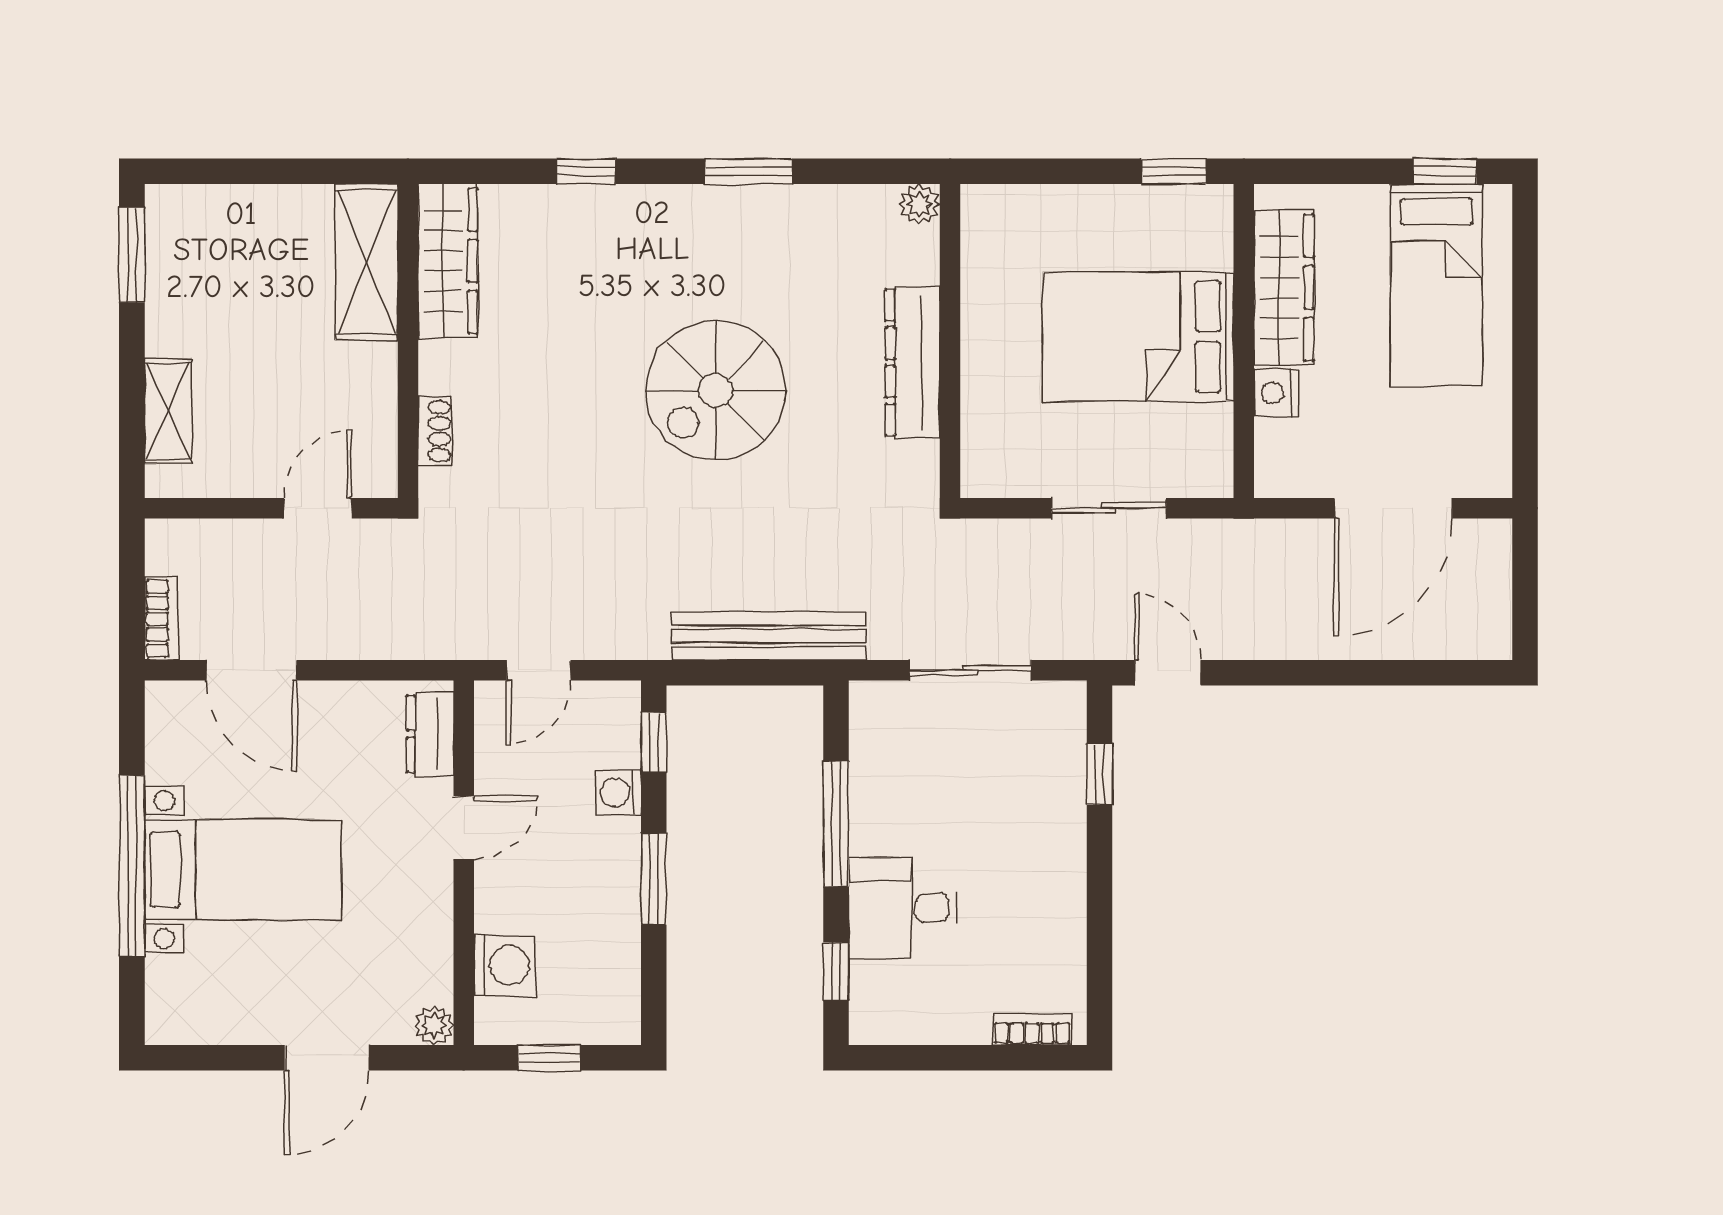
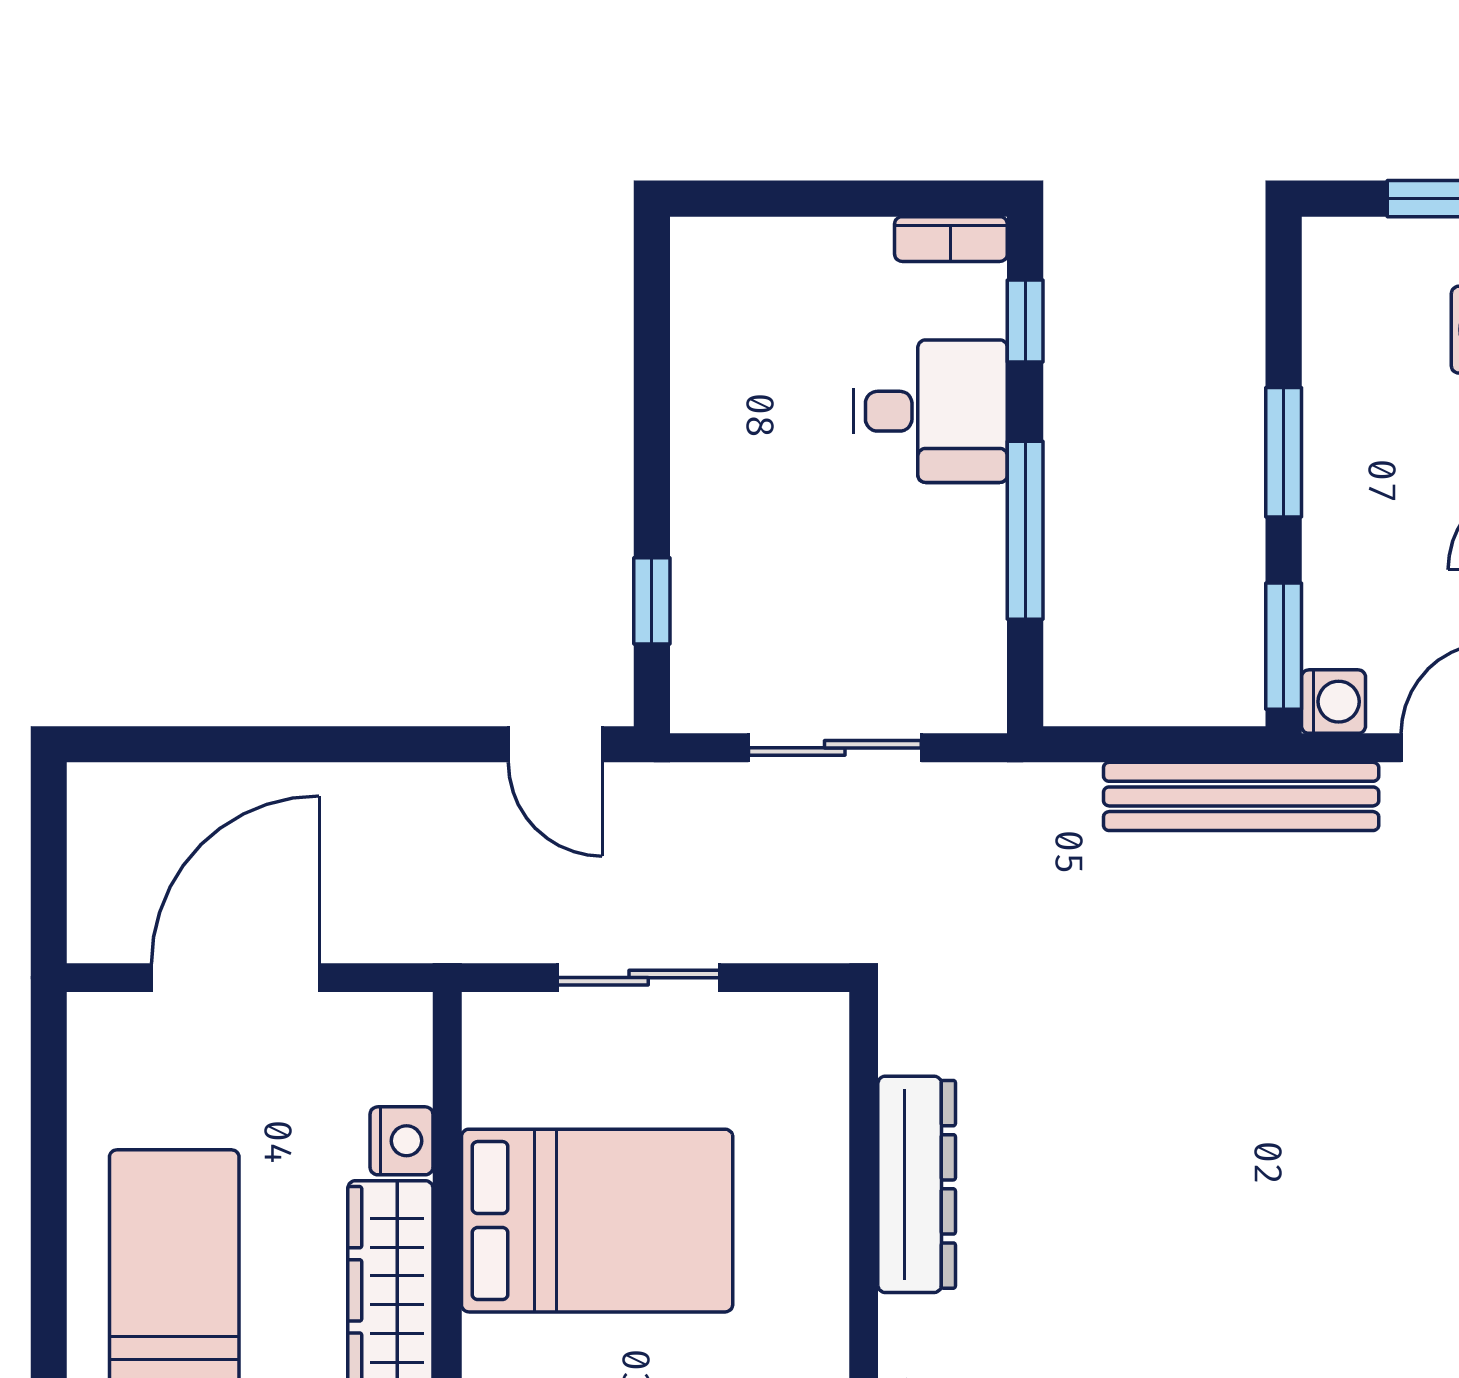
spiral stairs: (716, 390) -> (1196, 1145), removed
bench: (769, 636) -> (1241, 796), moved
window: (654, 742) -> (1284, 646), width x1.50
washing machine: (618, 792) -> (1334, 702), moved
bookcase: (1032, 1029) -> (951, 239), moved

